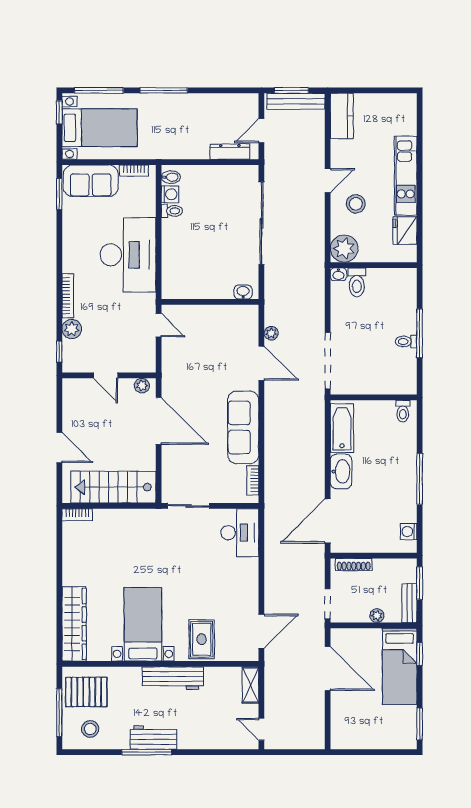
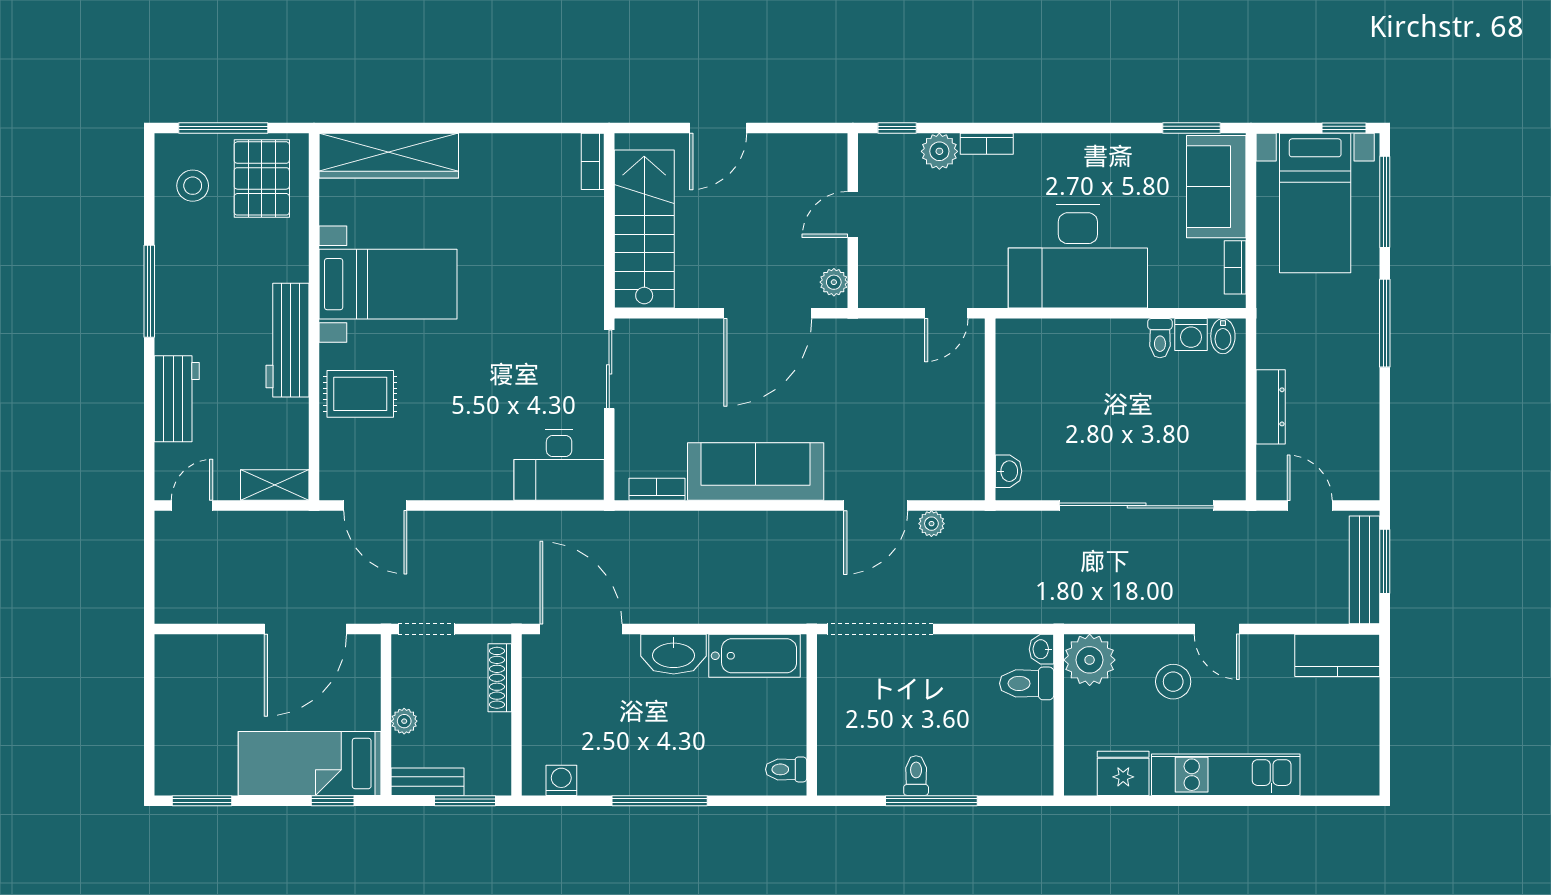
dresser: (230, 152) -> (1271, 407), moved
bookcase: (68, 296) -> (987, 144), width x0.64
workbench: (153, 738) -> (177, 399), moved

